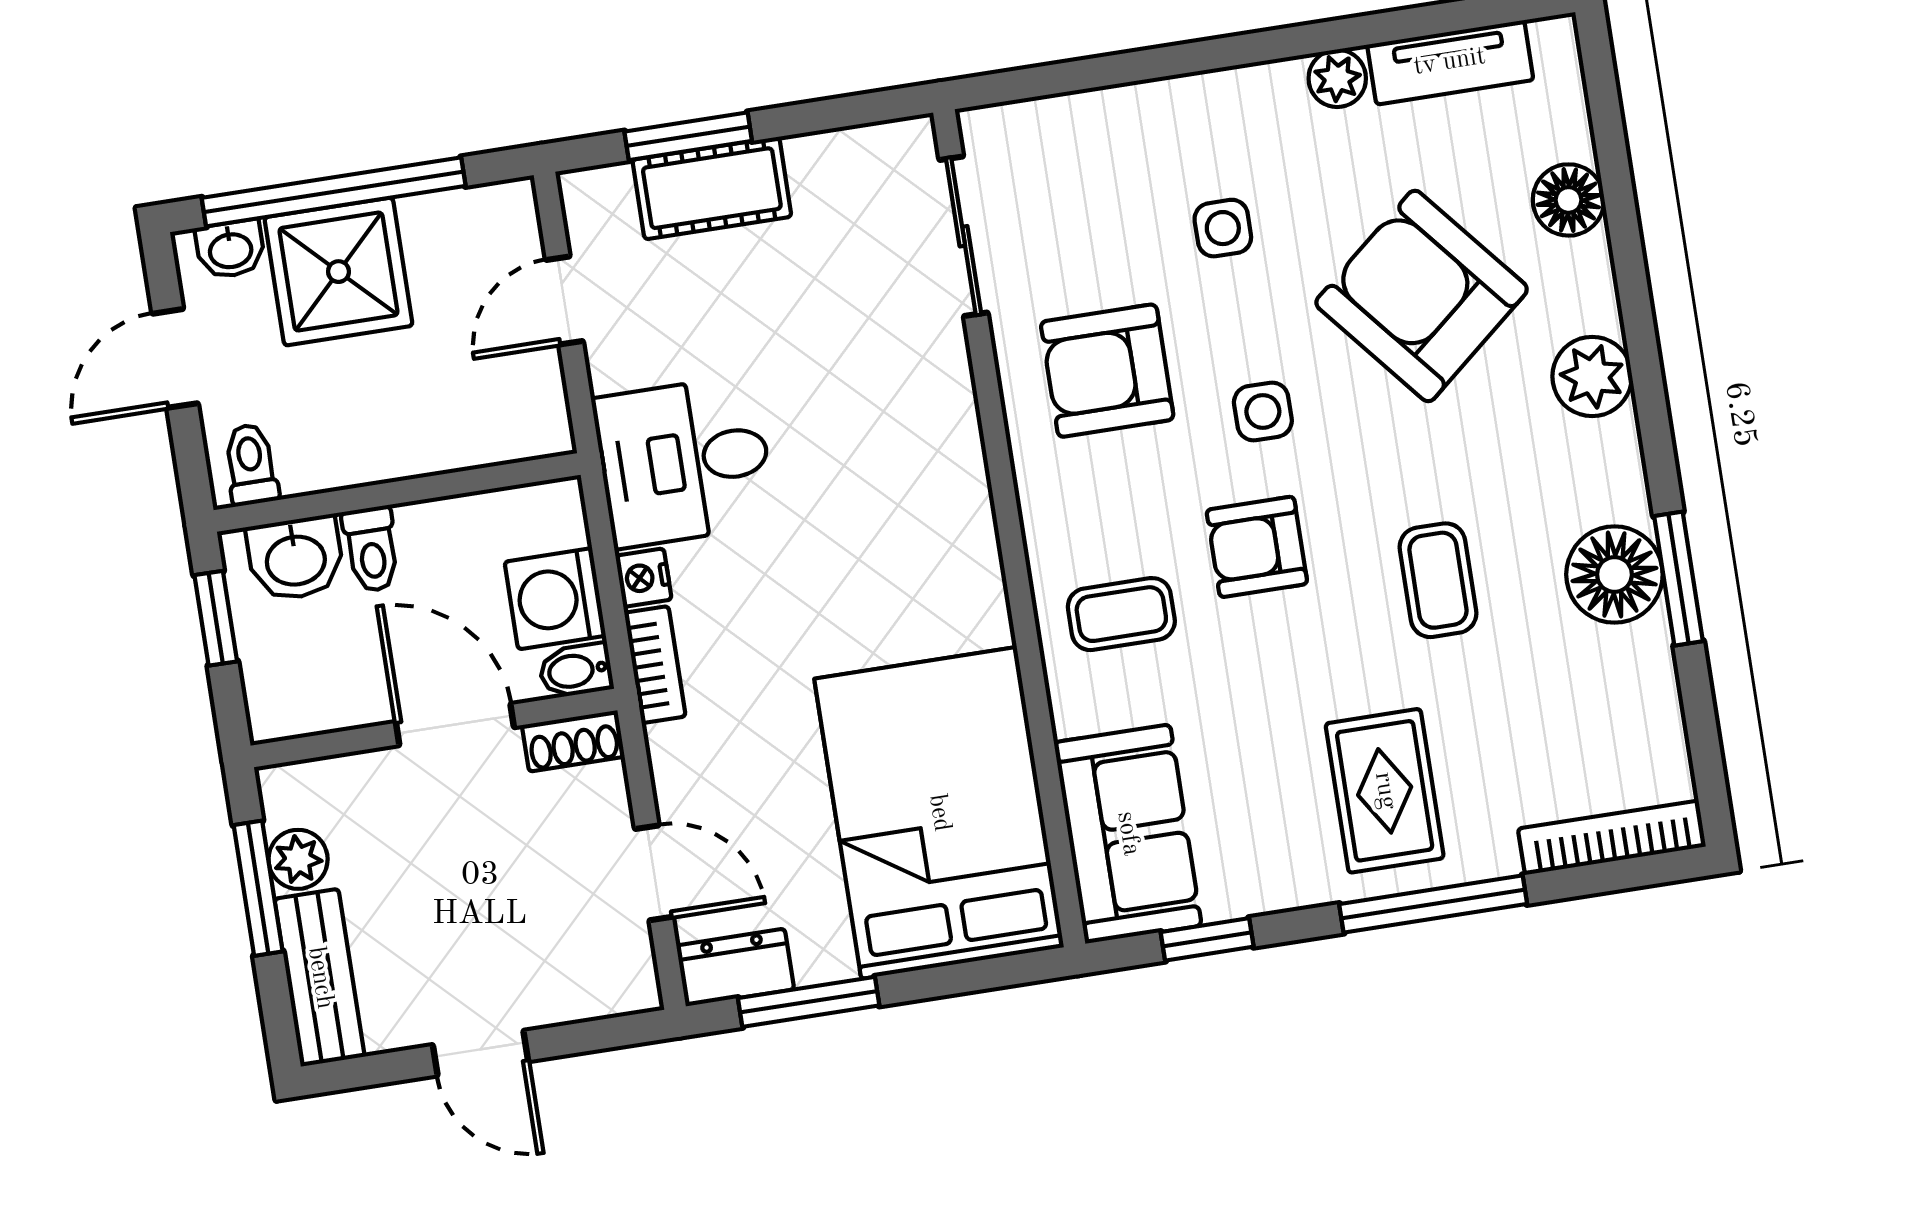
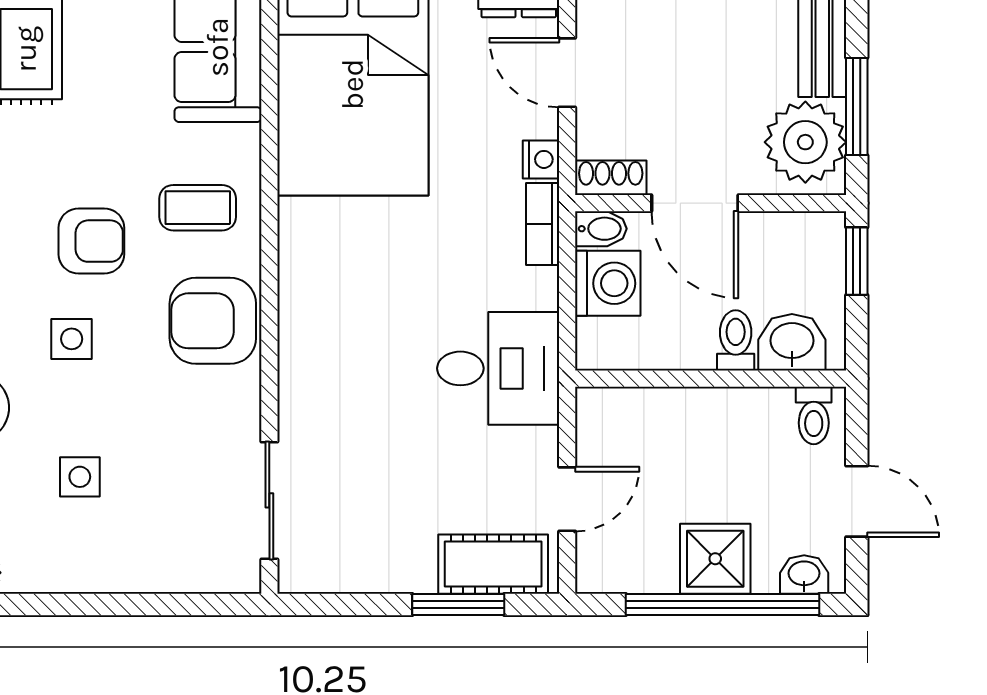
cot: (712, 188) -> (493, 564), moved
shower: (339, 272) -> (715, 559), width x0.73, depth x0.73
door: (175, 358) -> (857, 501), hinge flipped
armchair: (1107, 371) -> (213, 321), moved, turned 180
nightstand: (644, 578) -> (541, 159), moved
window: (216, 618) -> (857, 261), moved
plant: (298, 859) -> (805, 142), width x1.87, depth x1.87

